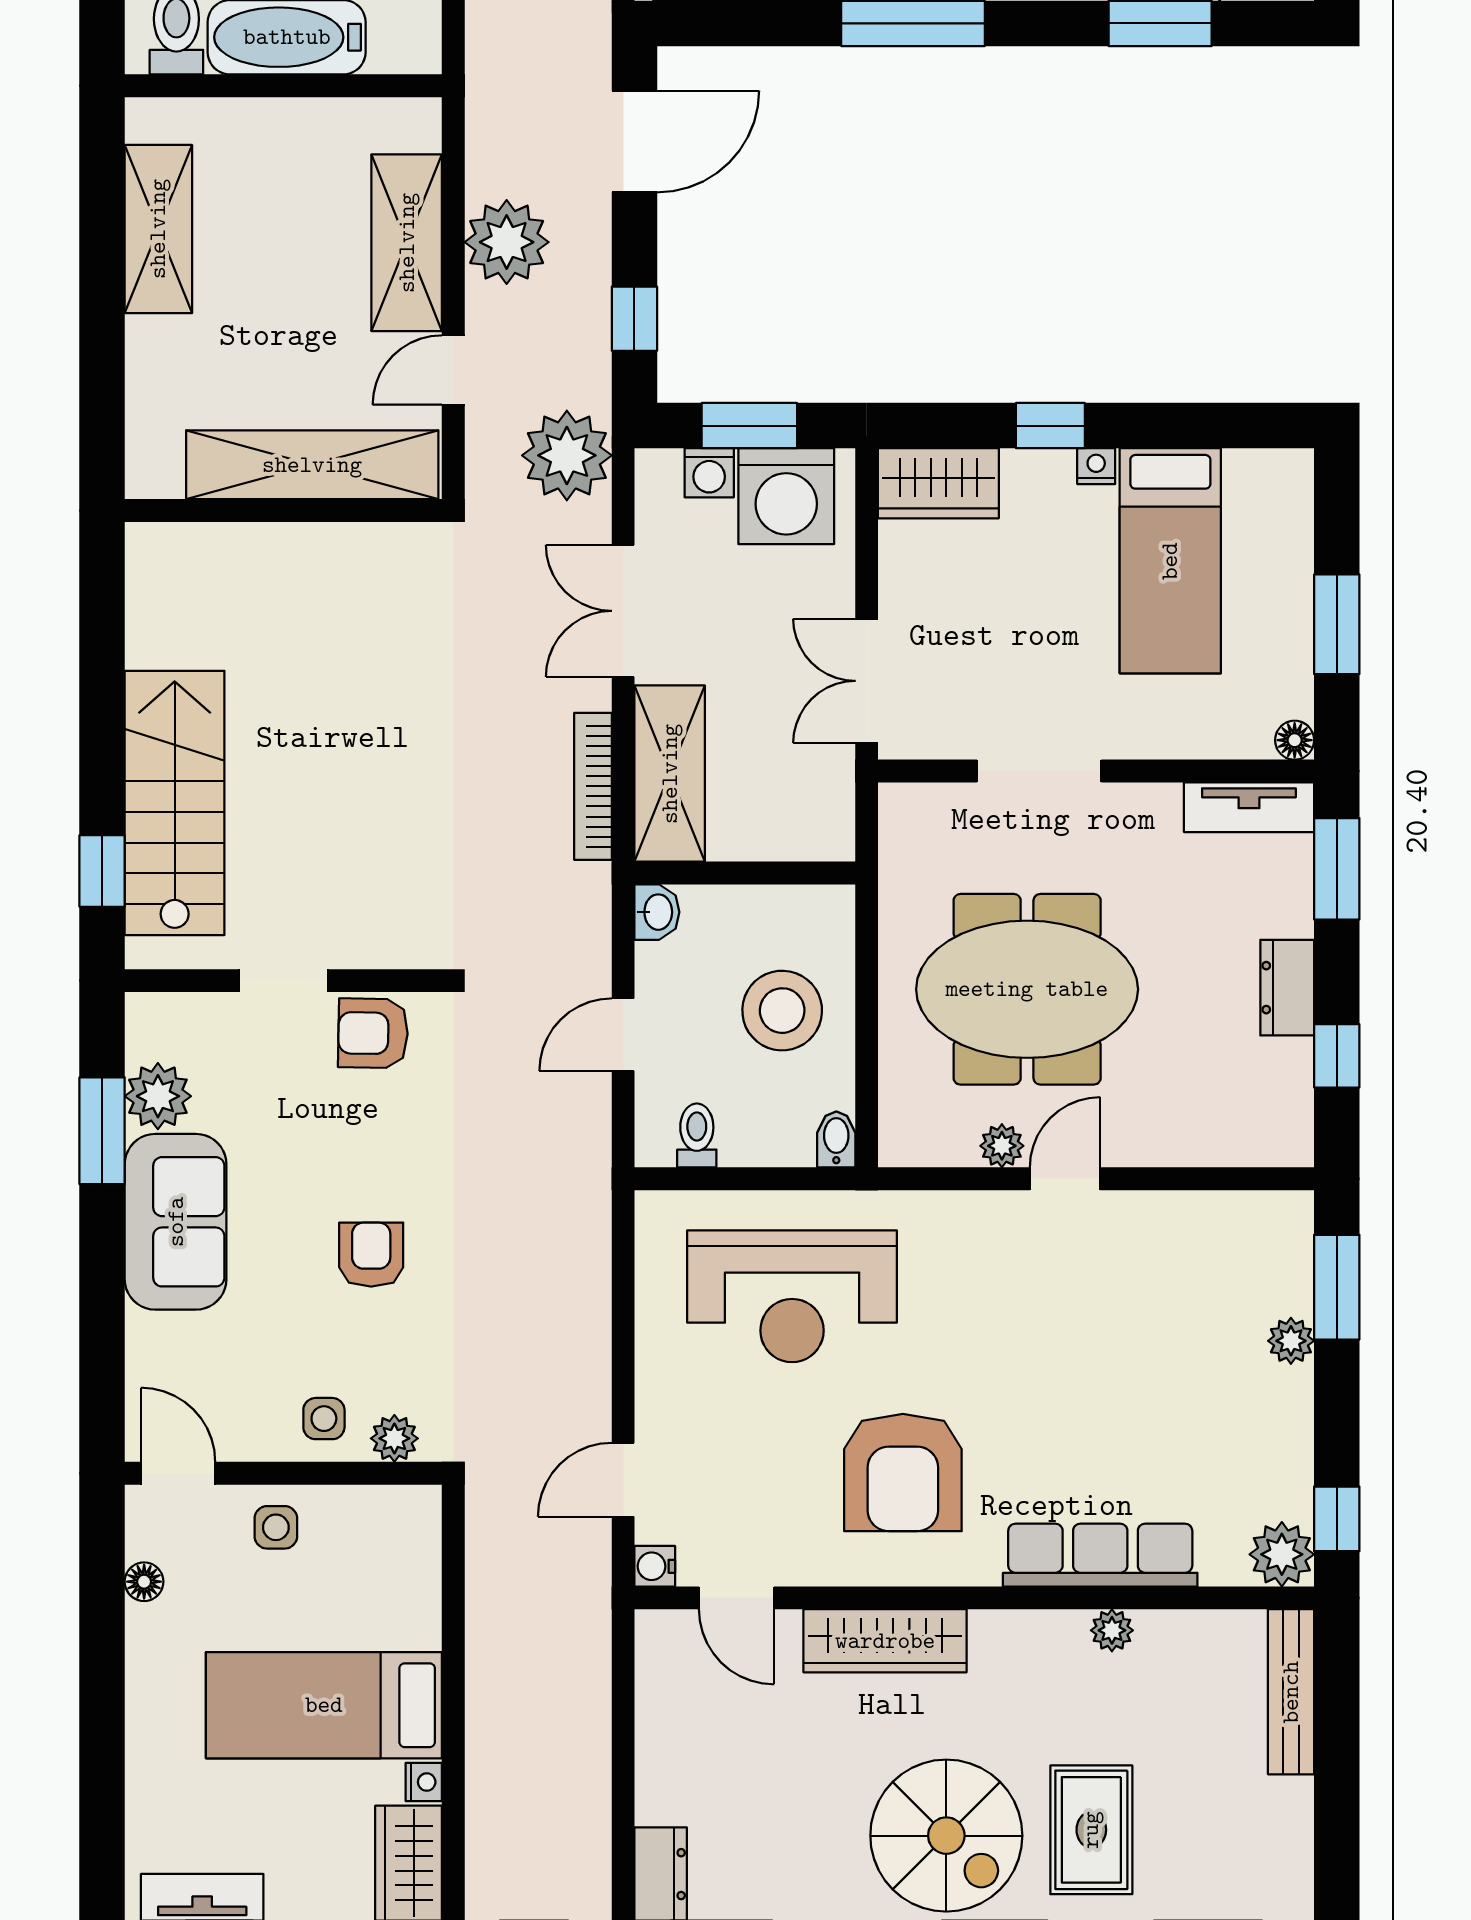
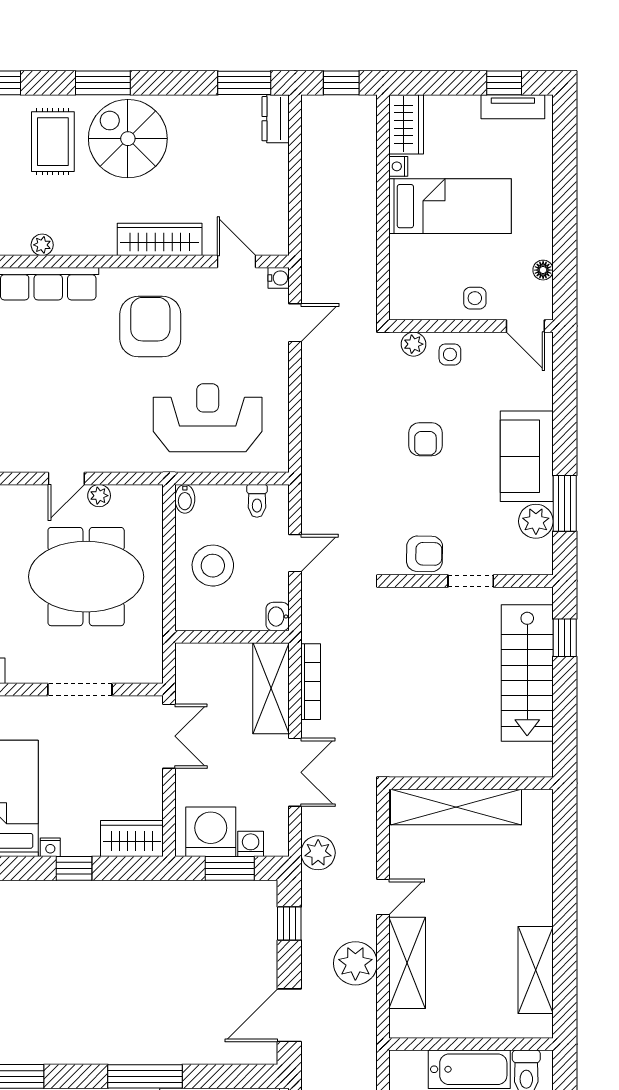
plant: (567, 455) -> (318, 853), width x0.73, depth x0.73
shelving: (312, 465) -> (456, 807), moved
wall: (283, 511) -> (471, 783), moved

